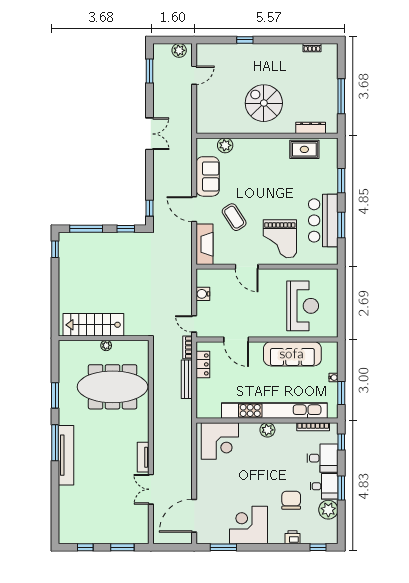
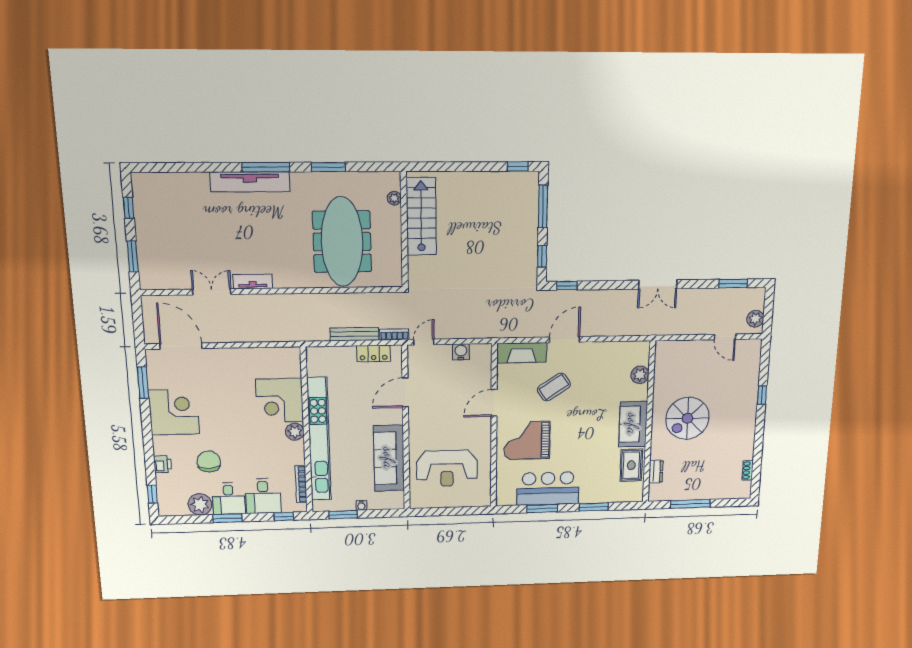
spiral stairs: (264, 103) -> (687, 418), turned 180
dresser: (311, 128) -> (656, 472), width x0.70
sofa: (208, 176) -> (633, 424), moved, turned 90
plant: (106, 345) -> (394, 198), moved
corner desk: (220, 441) -> (280, 400), moved
chair: (291, 500) -> (209, 462), turned -91

